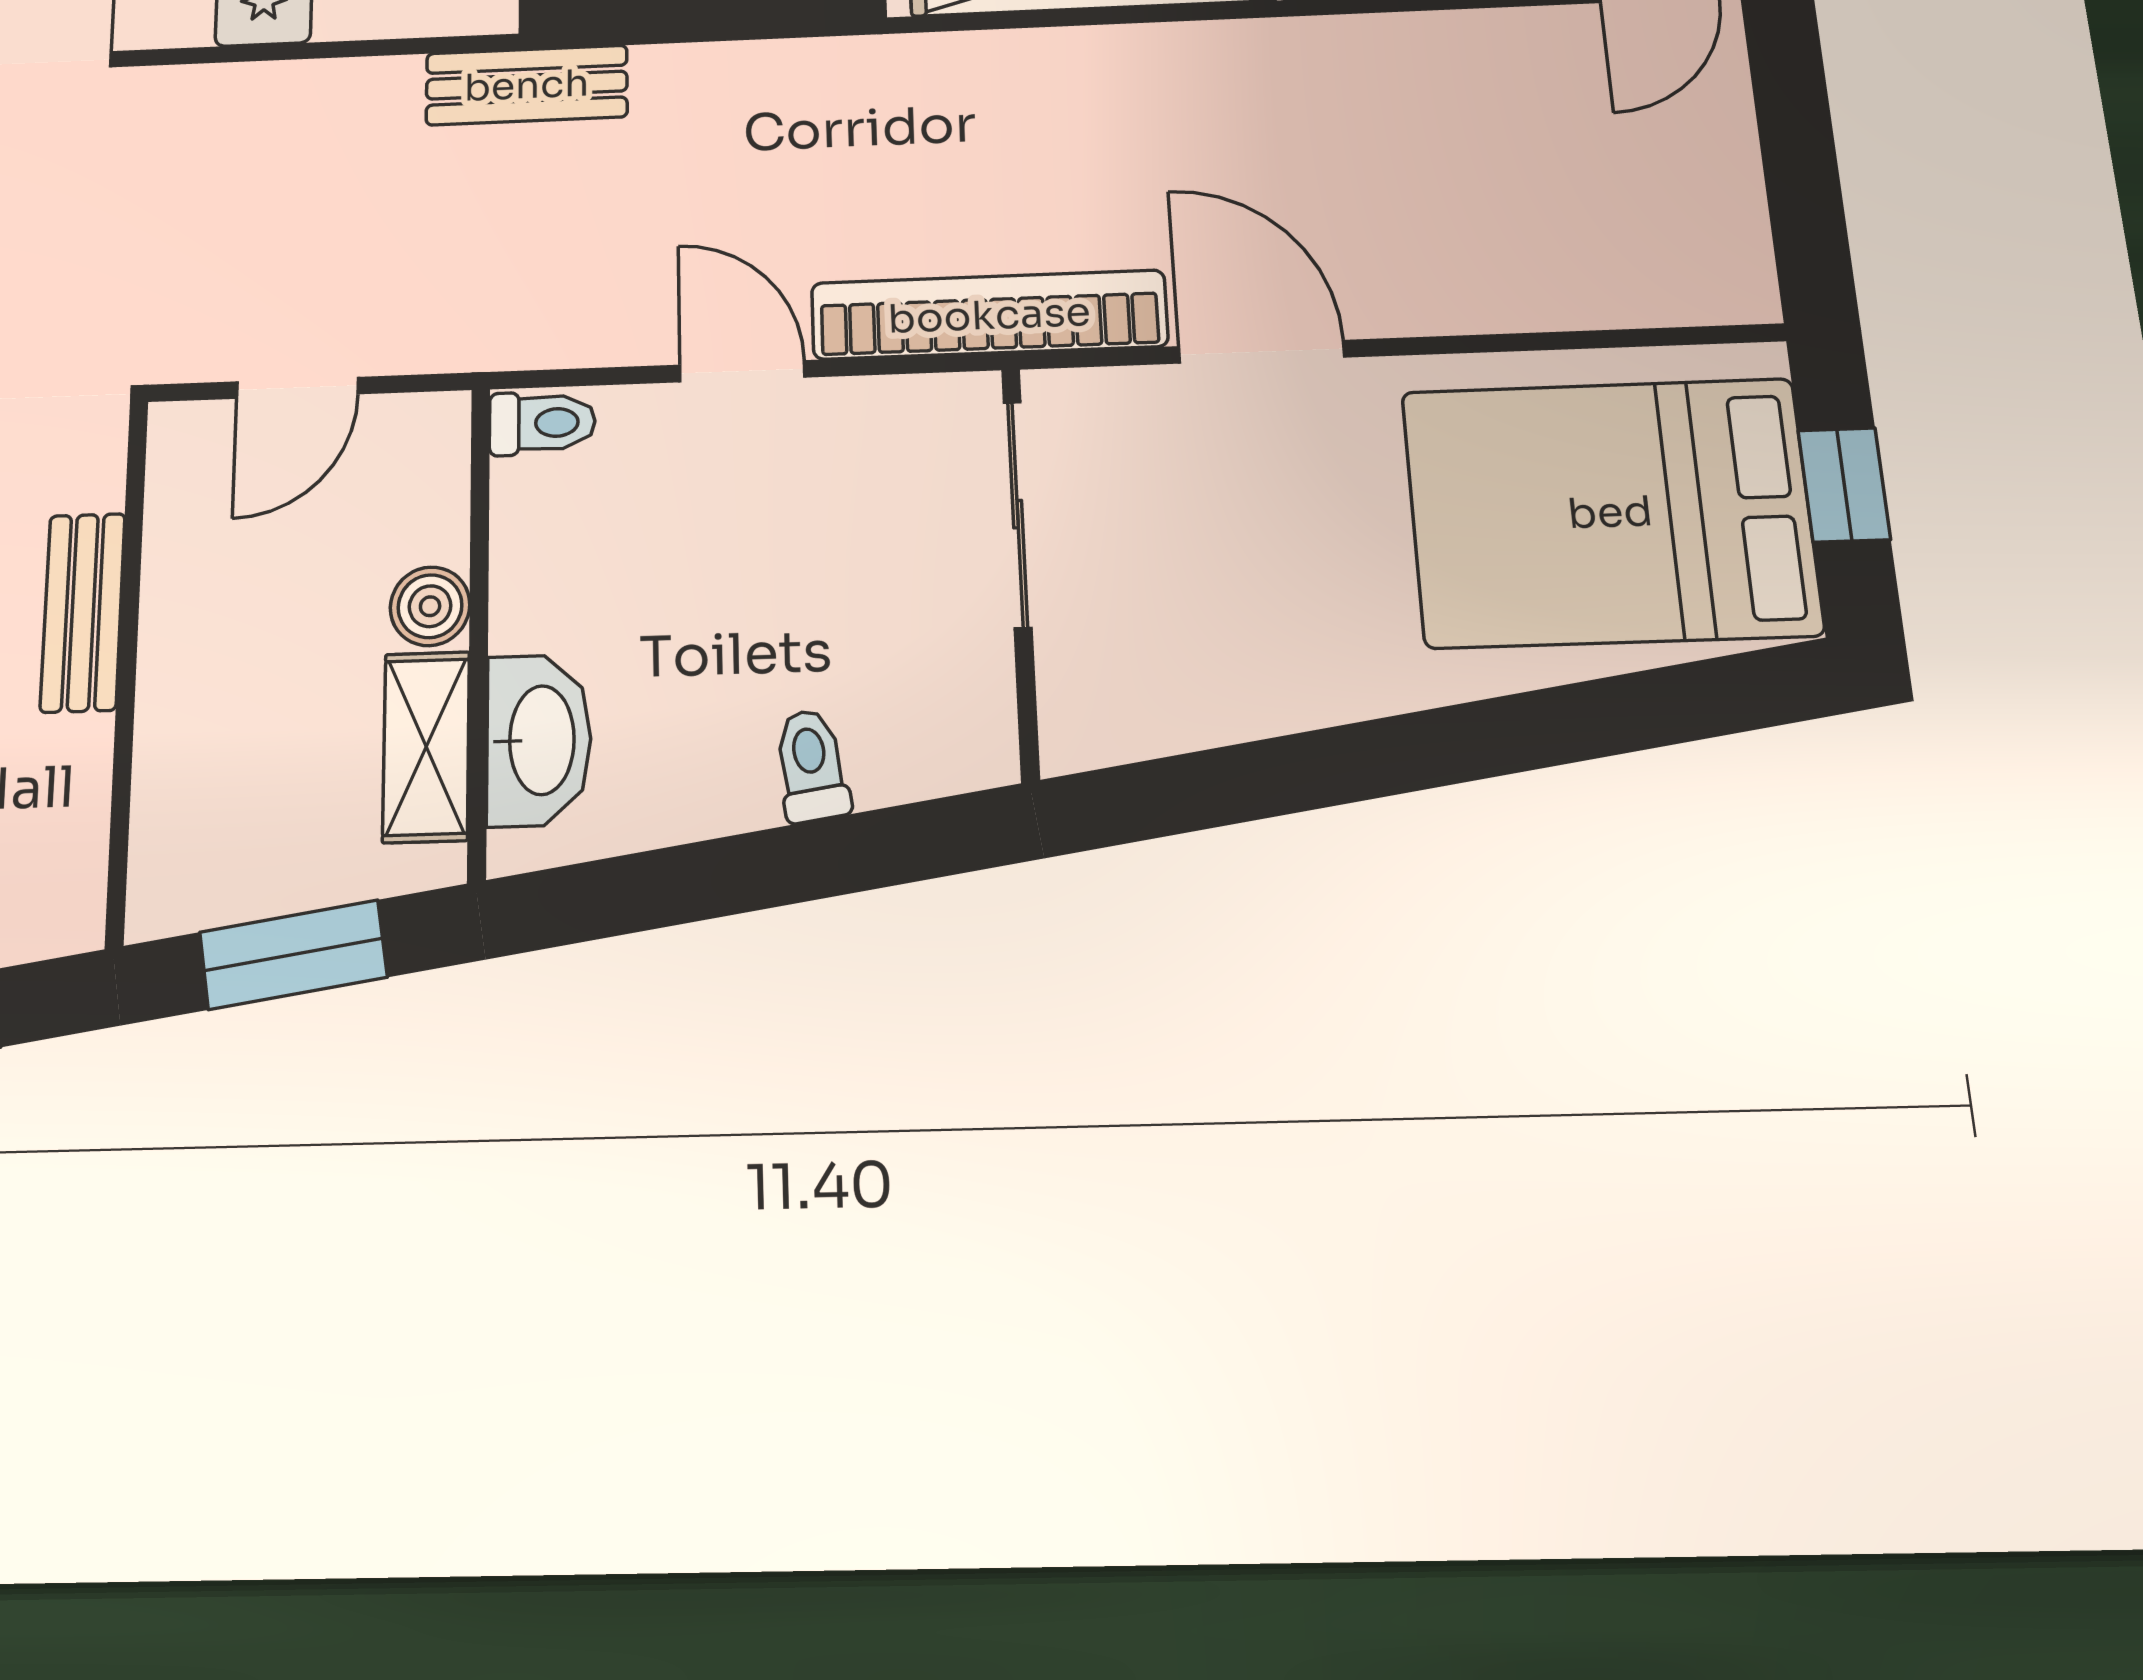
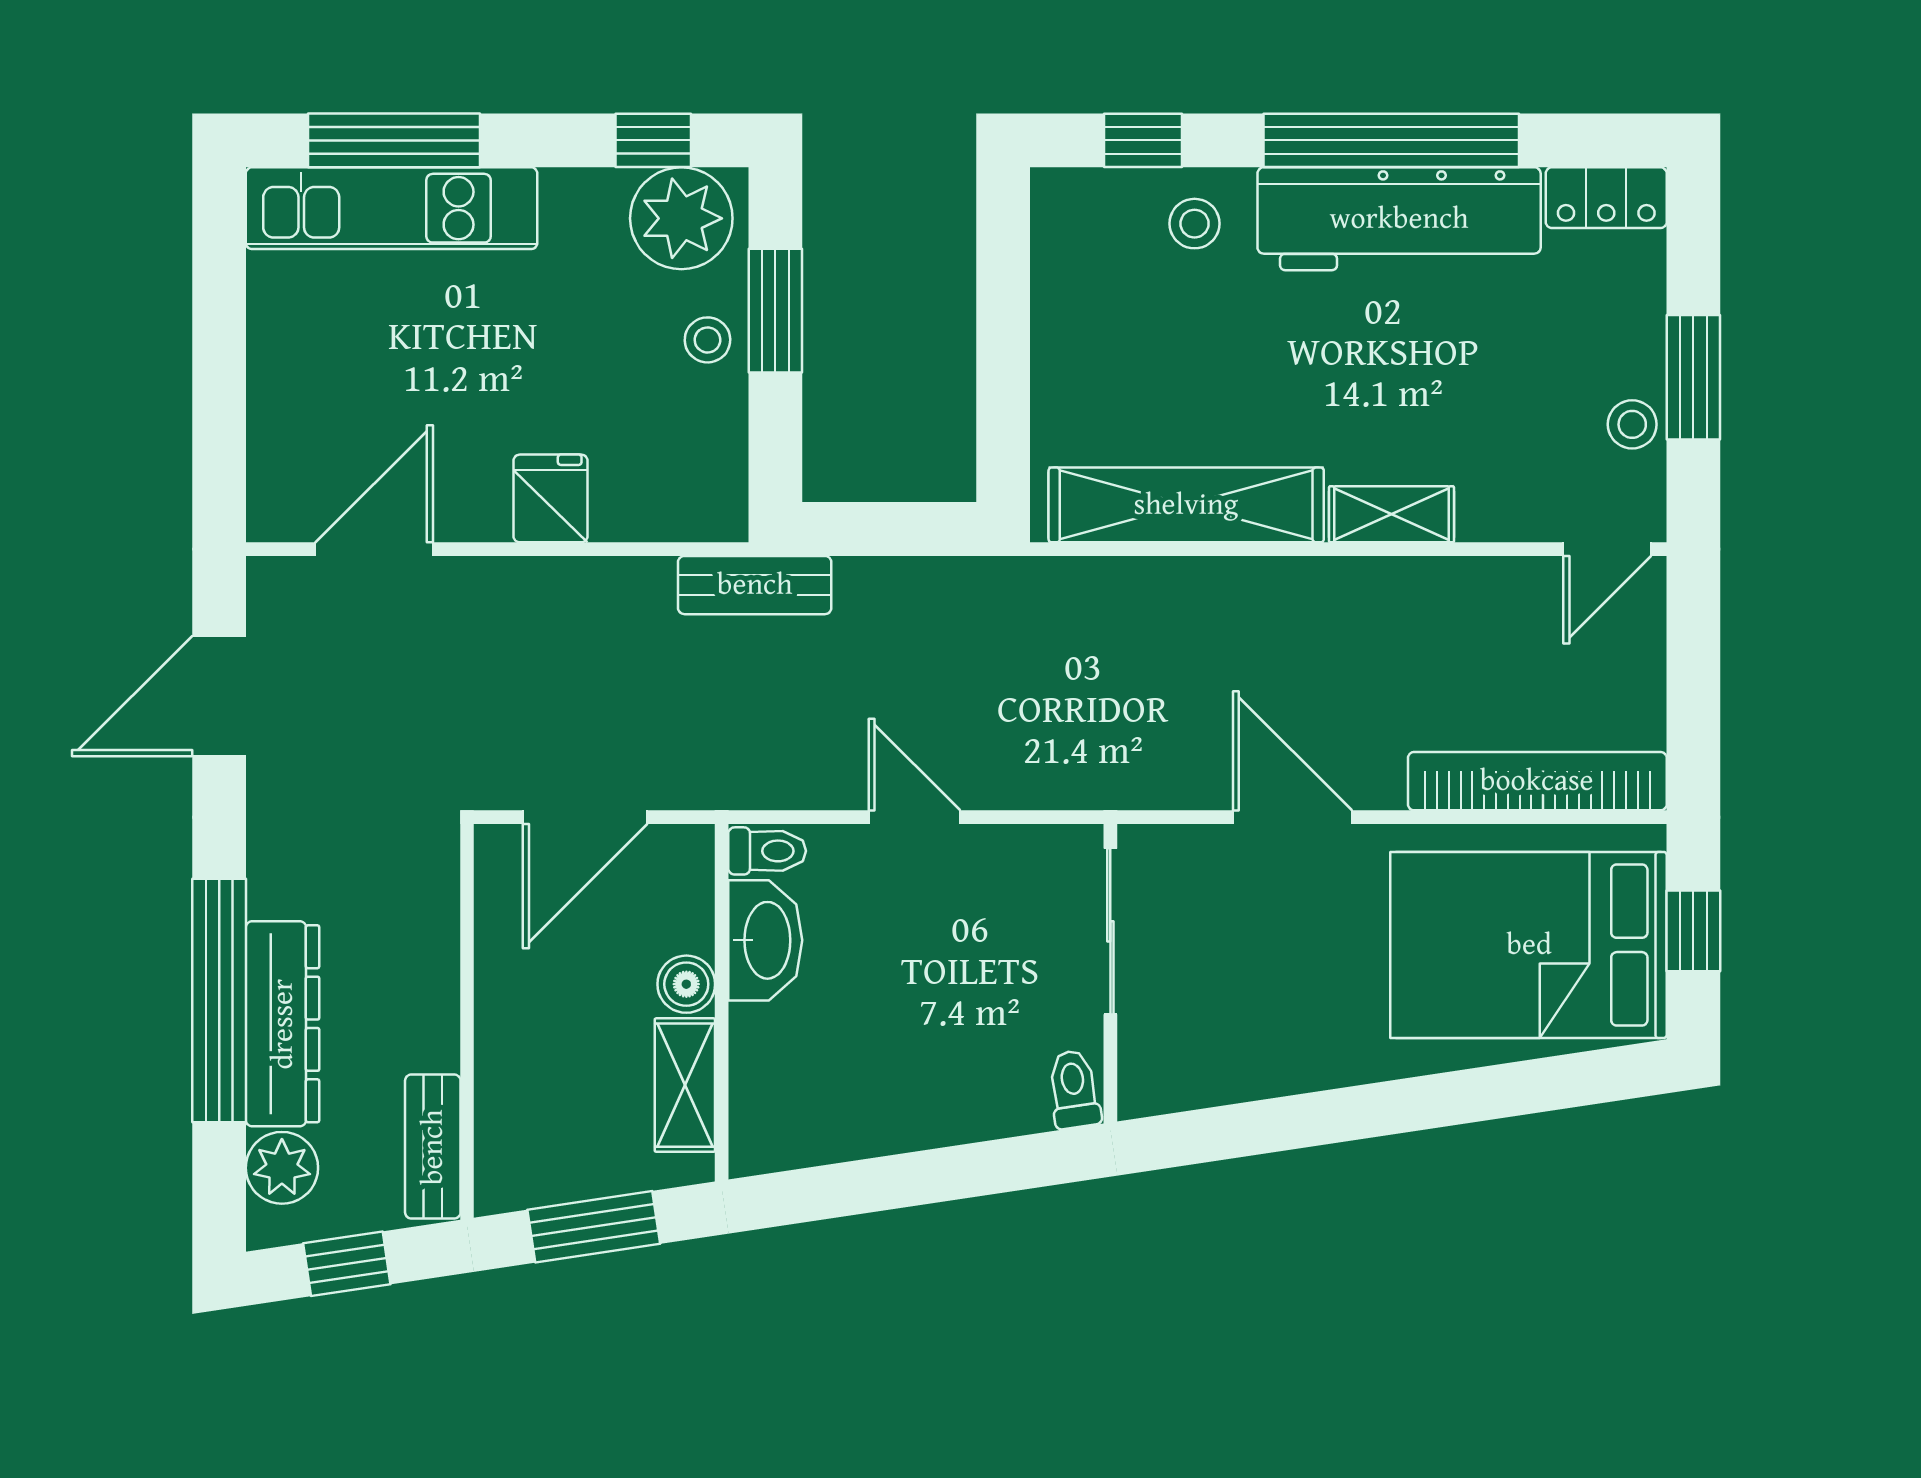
bookcase: (989, 315) -> (1537, 781), moved
door: (297, 388) -> (585, 817), width x1.38
bench: (83, 612) -> (433, 1147), moved
washbasin: (539, 740) -> (765, 940), moved
toilet: (811, 766) -> (1074, 1089), moved

